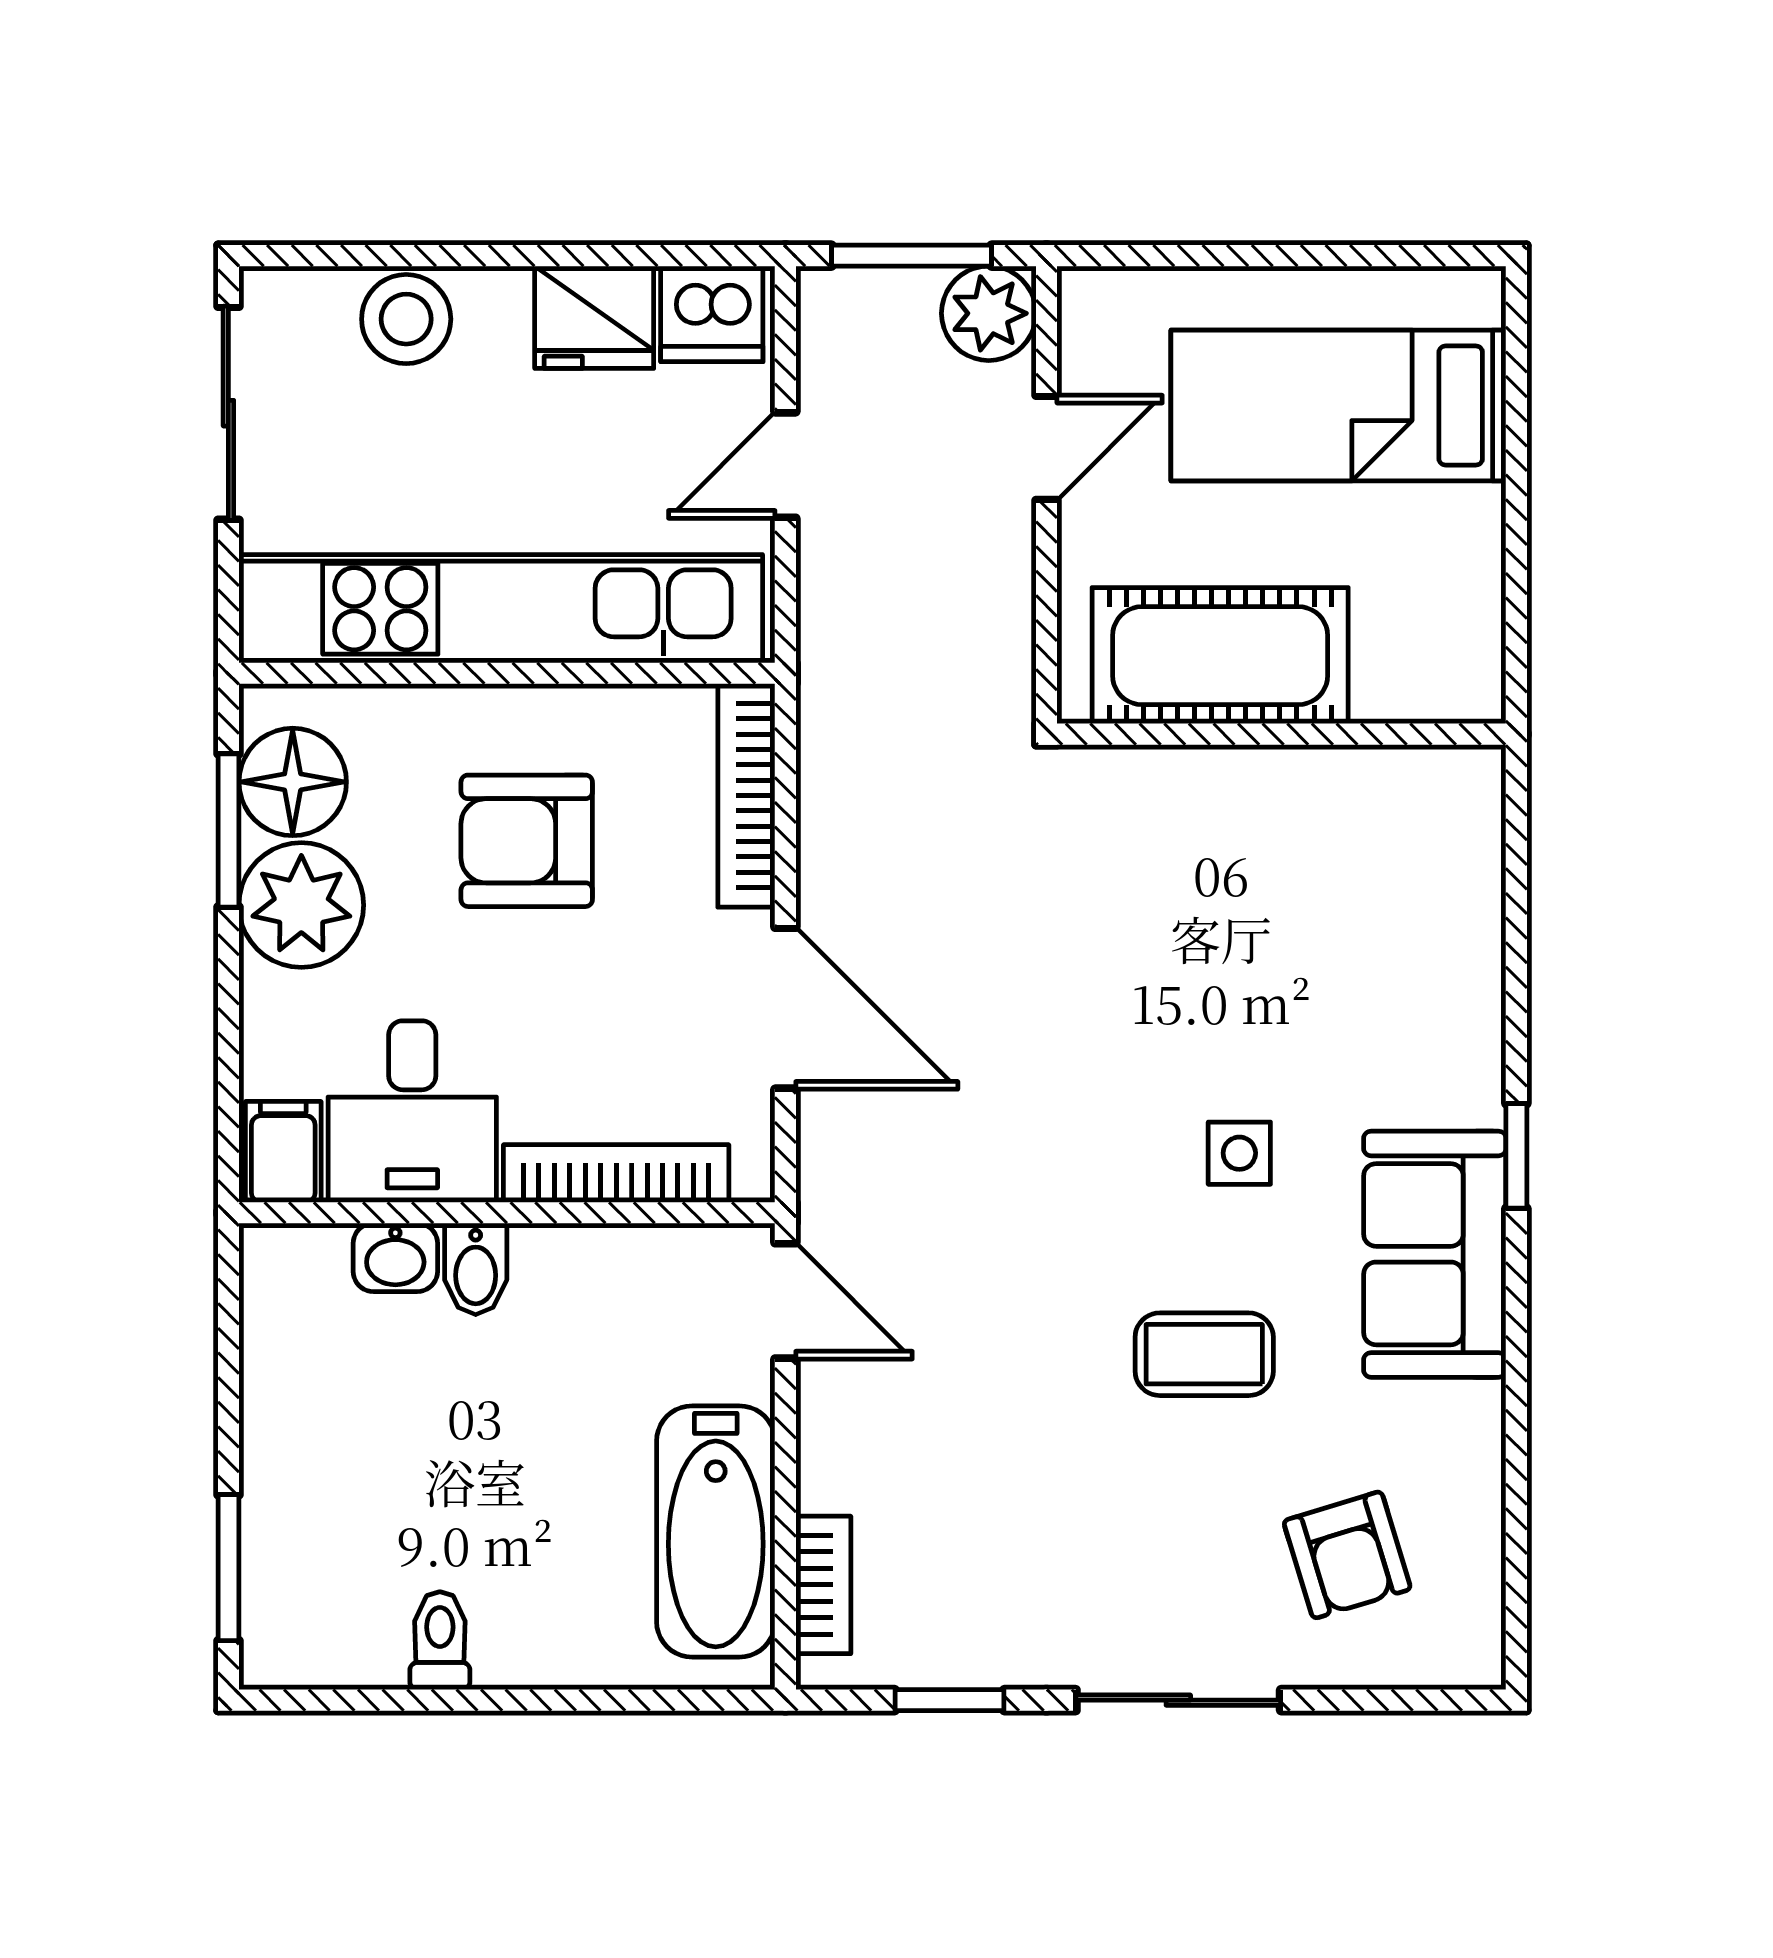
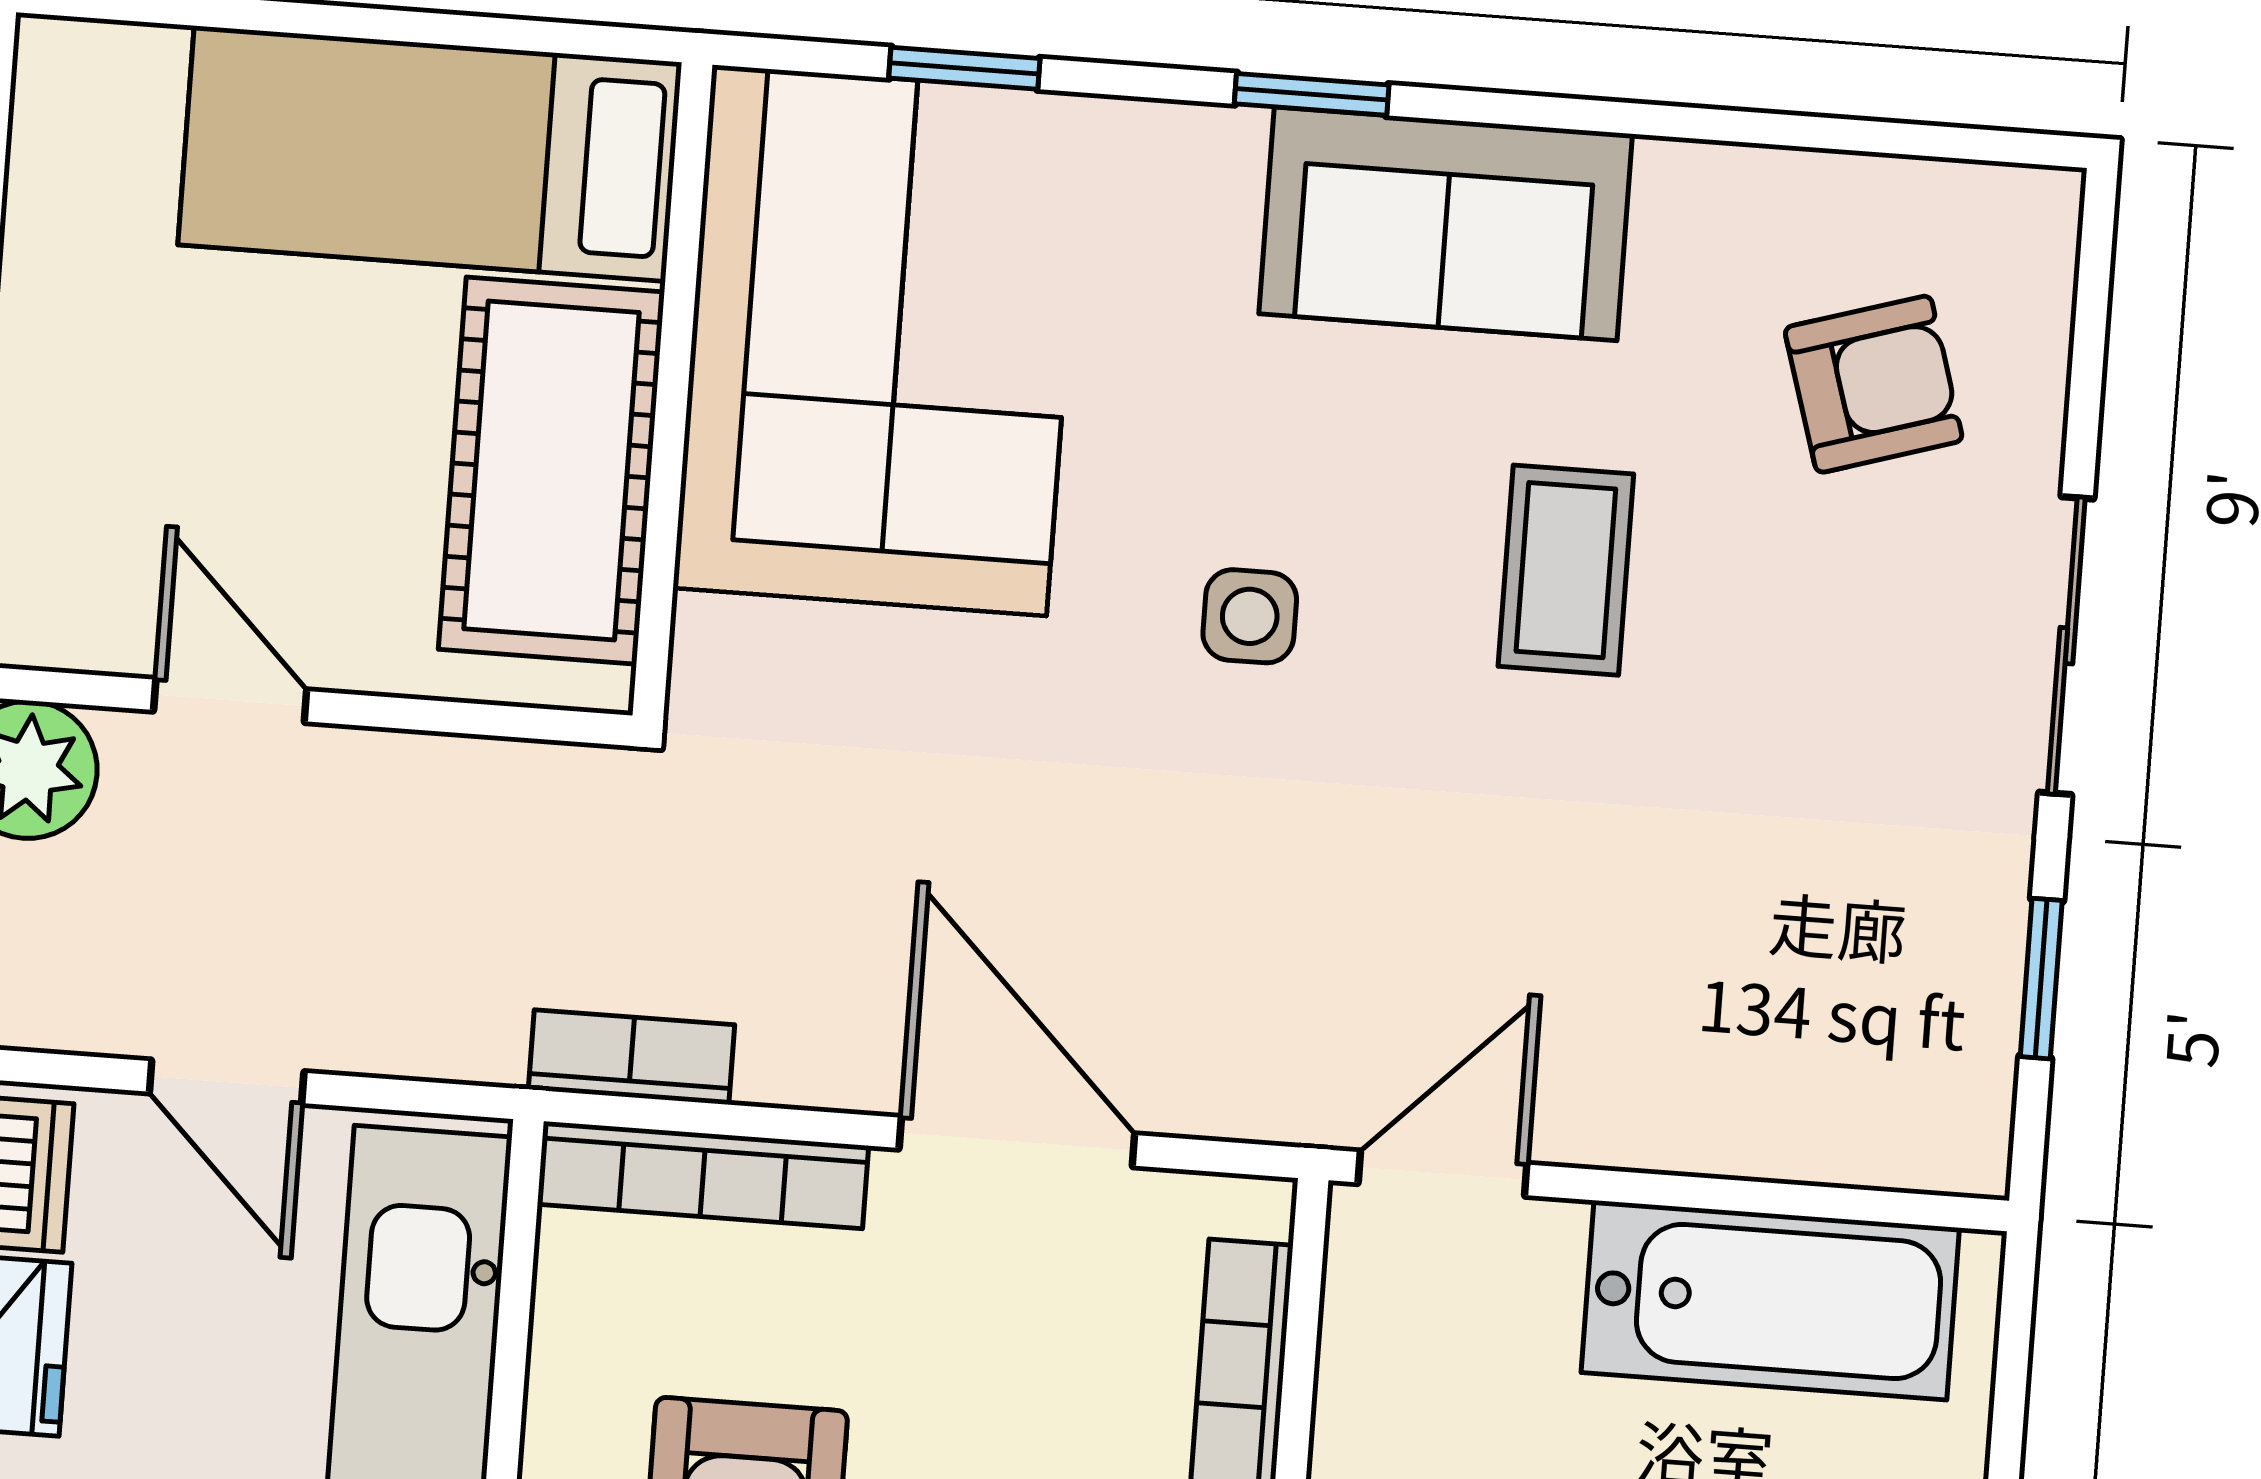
bed: (1338, 406) -> (430, 154), moved, turned 90
corner sofa: (1326, 873) -> (879, 340), added
window: (1516, 917) -> (964, 68), added
door: (785, 1008) -> (1017, 1142), hinge flipped
side table: (1239, 1153) -> (1250, 616), moved
bookcase: (823, 1585) -> (632, 1057), moved

